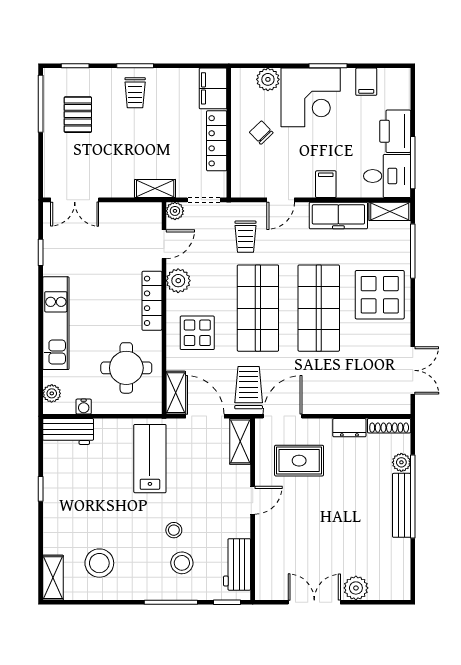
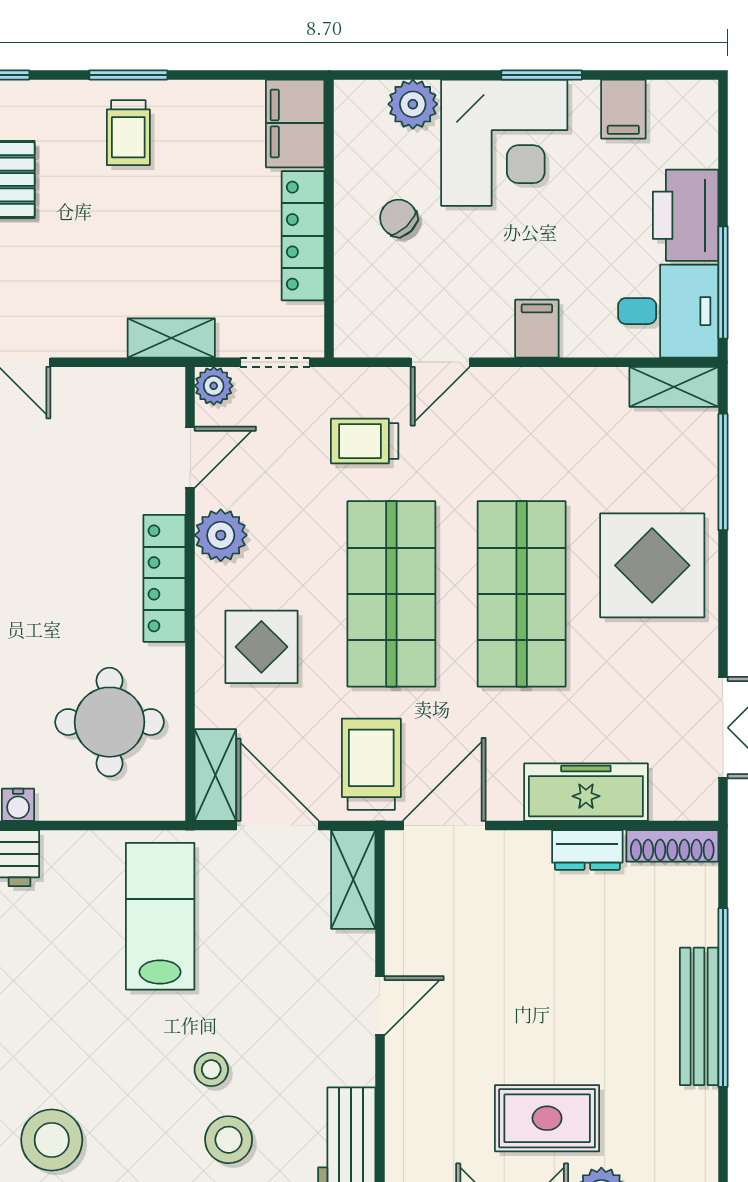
freezer: (338, 215) -> (586, 792), moved, turned 180
trolley: (245, 237) -> (365, 441), turned 90
rug: (299, 461) -> (547, 1118), moved
plant: (401, 462) -> (699, 924), removed

